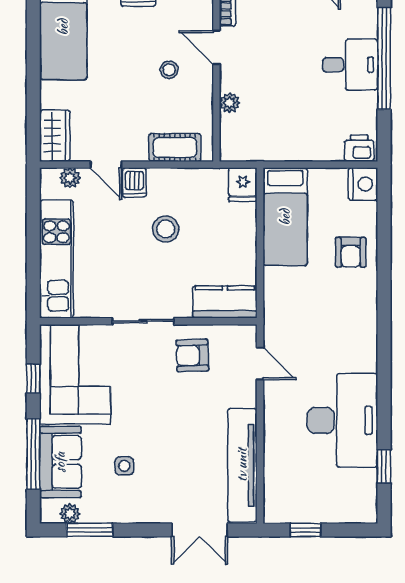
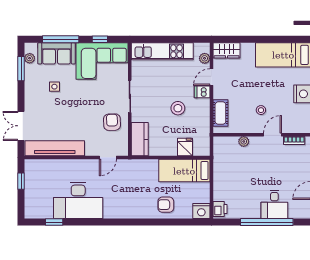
desk: (350, 65) -> (274, 204), moved
fridge: (243, 185) -> (185, 147), moved, turned 90

